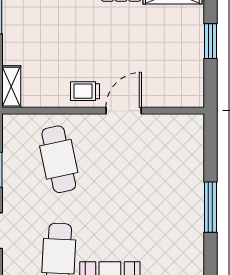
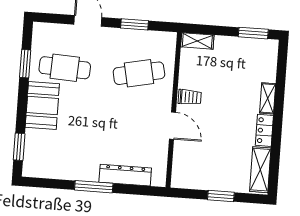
trolley: (85, 91) -> (190, 97), turned 90
dresser: (192, 167) -> (125, 175), added

